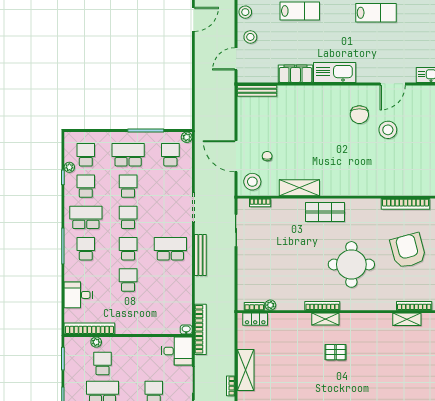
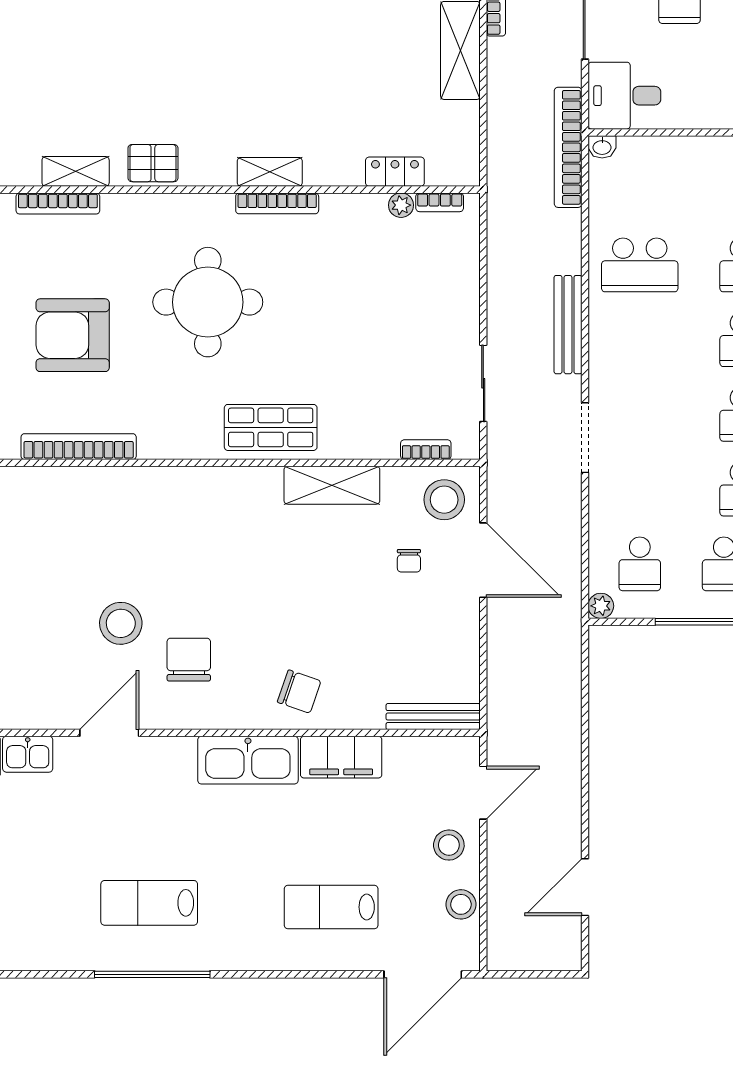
chair: (313, 101) -> (299, 692), added
school desk: (170, 249) -> (640, 265), moved
armchair: (408, 251) -> (73, 335), turned 105
locker: (255, 319) -> (395, 172), moved
pallet: (335, 352) -> (153, 163), moved

